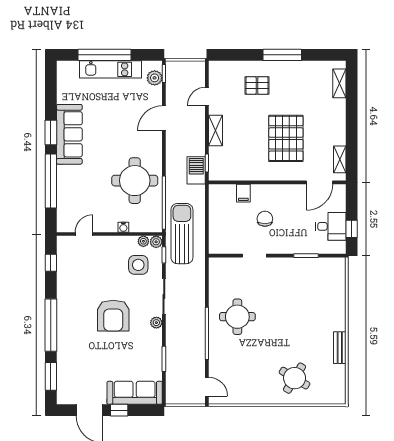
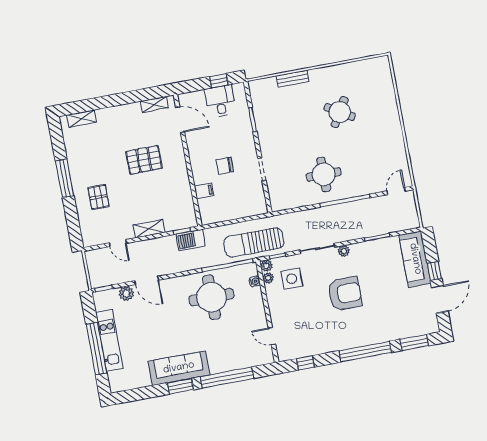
plant: (155, 78) -> (126, 293), moved
pallet: (286, 138) -> (144, 160), width x0.73, depth x0.71
water cooler: (123, 227) -> (255, 281), moved
bench: (340, 348) -> (293, 79), moved
round table: (295, 378) -> (340, 112), moved

